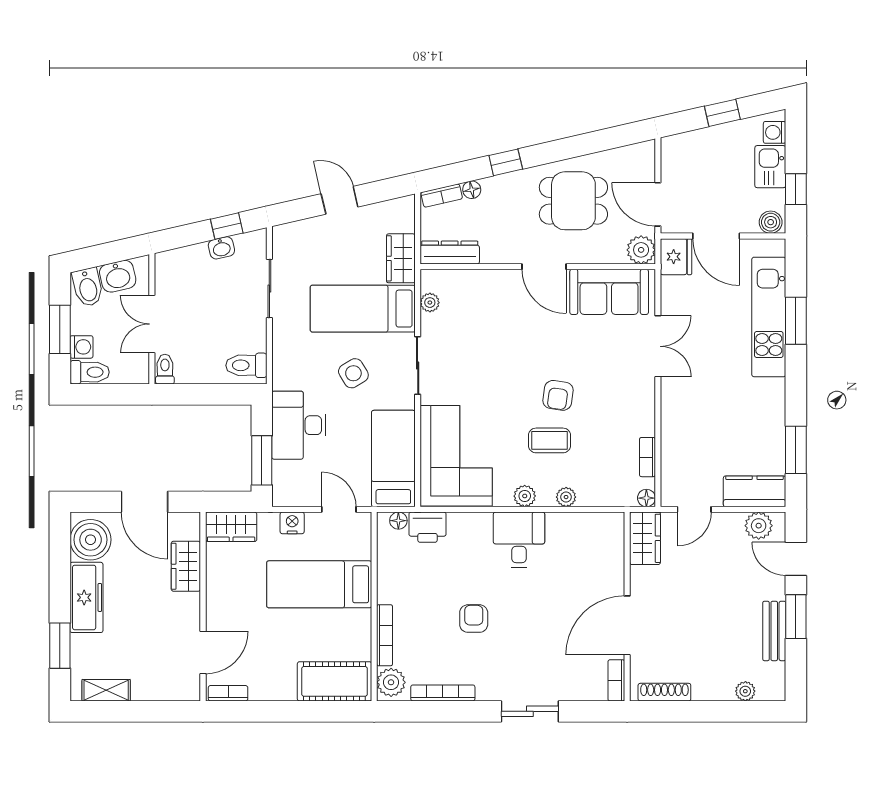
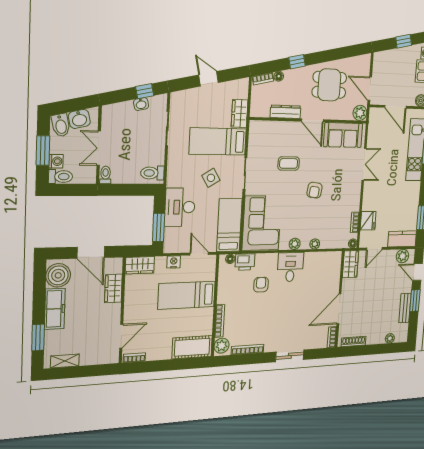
dresser: (450, 253) -> (286, 112), moved
fridge: (676, 257) -> (368, 221), moved
plant: (430, 303) -> (253, 139), removed
coffee table: (549, 440) -> (289, 163), moved
armchair: (474, 619) -> (261, 285), moved

